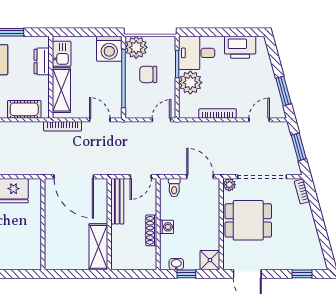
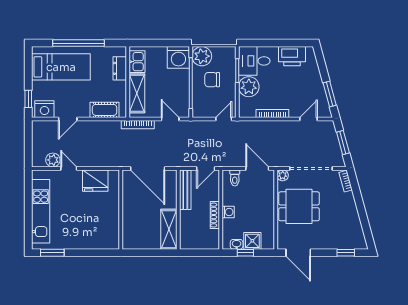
shower: (210, 260) -> (252, 241), moved

